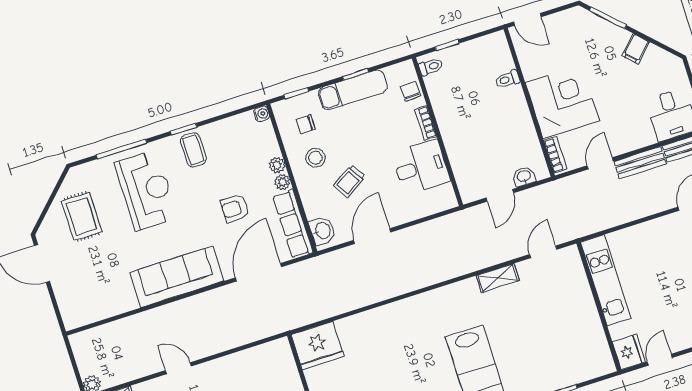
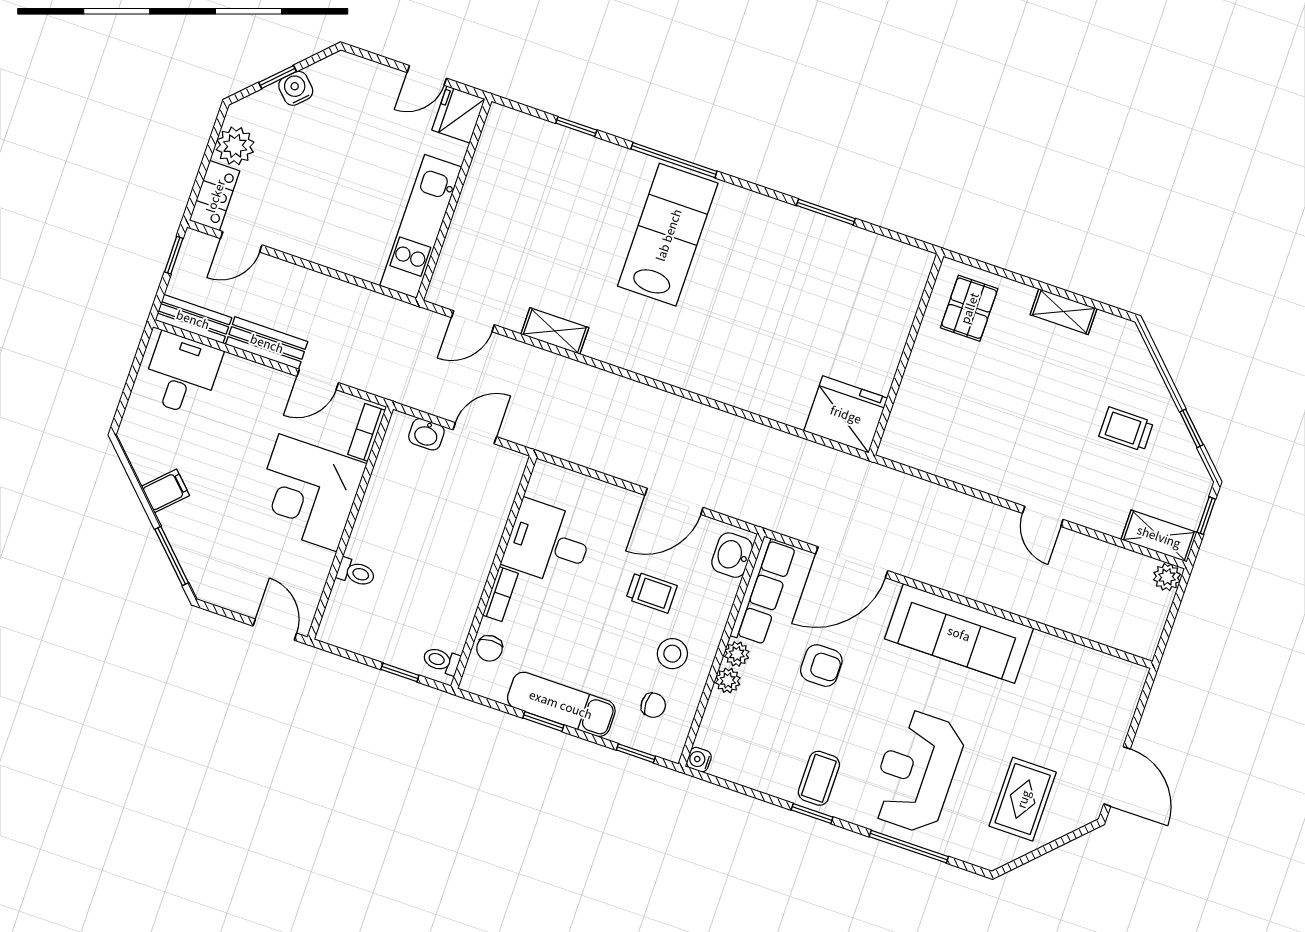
trolley: (349, 181) -> (652, 592), turned 32

